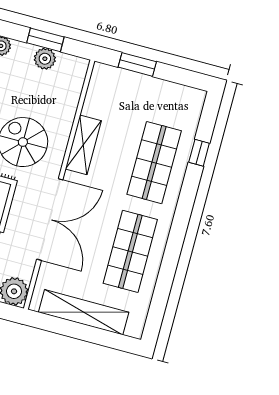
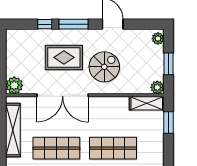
plant: (45, 59) -> (157, 87), moved
shelving: (83, 145) -> (147, 103), moved

